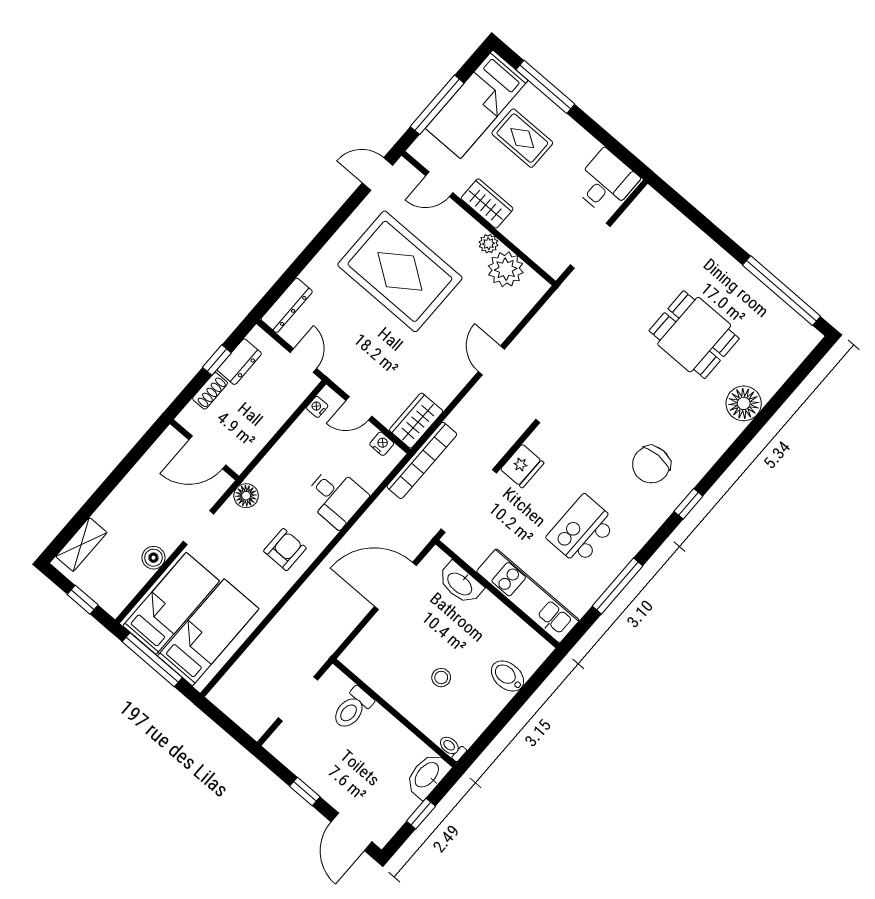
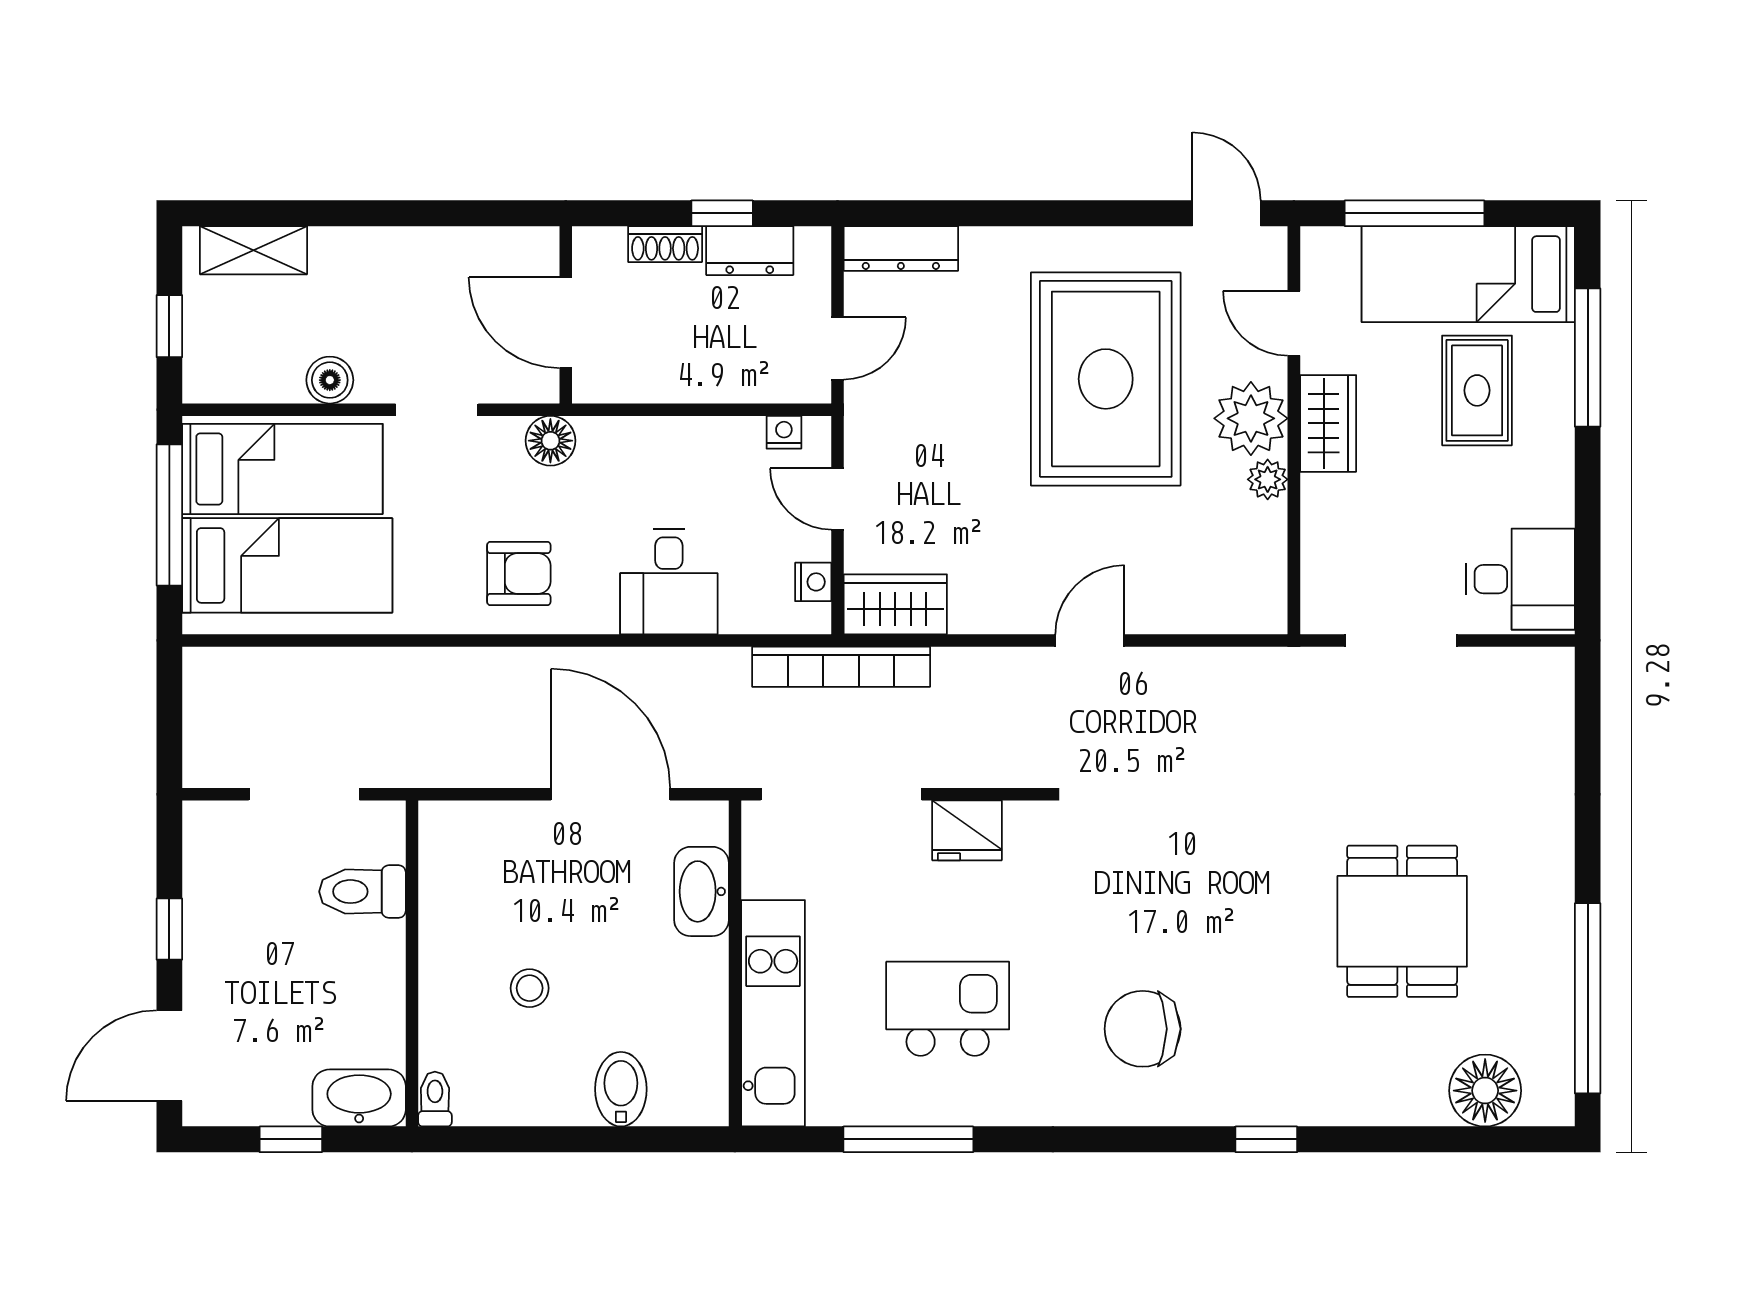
plant: (506, 269) -> (1251, 418), moved
floor lamp: (744, 403) -> (1485, 1091), moved
window: (688, 504) -> (1266, 1139), moved

